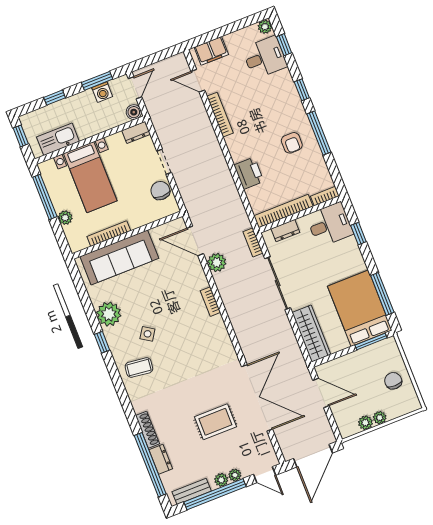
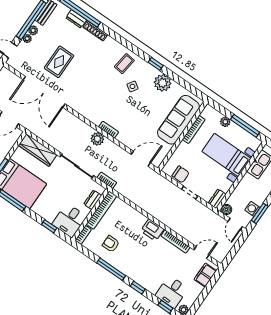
armchair: (292, 143) -> (111, 244), moved
printer: (249, 173) -> (152, 230), moved
plant: (217, 263) -> (97, 139), moved

